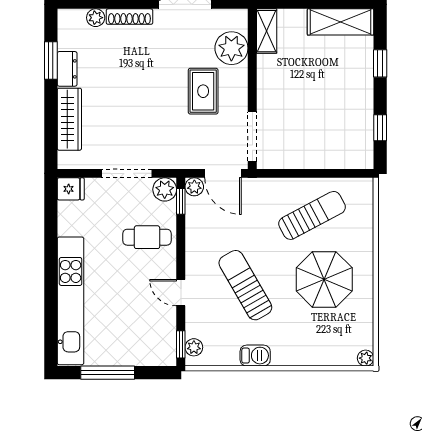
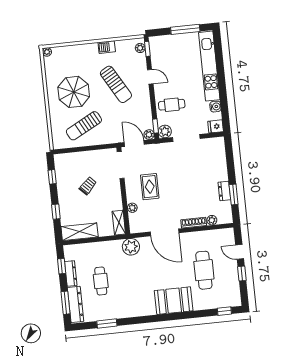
plant: (231, 48) -> (132, 208), width x0.53, depth x0.53
trolley: (317, 105) -> (88, 186), added
wardrobe: (69, 119) -> (220, 164), removed
water cooler: (67, 225) -> (215, 107), added

